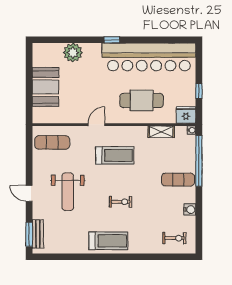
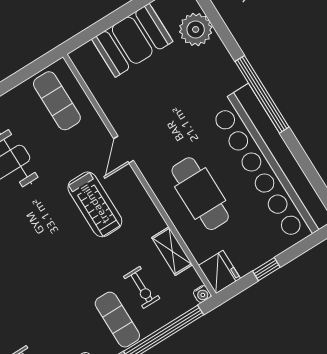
window: (112, 40) -> (262, 94), width x3.17
plant: (73, 53) -> (196, 29), moved
door: (96, 125) -> (123, 150), swing flipped
exercise bike: (121, 202) -> (142, 287), moved

